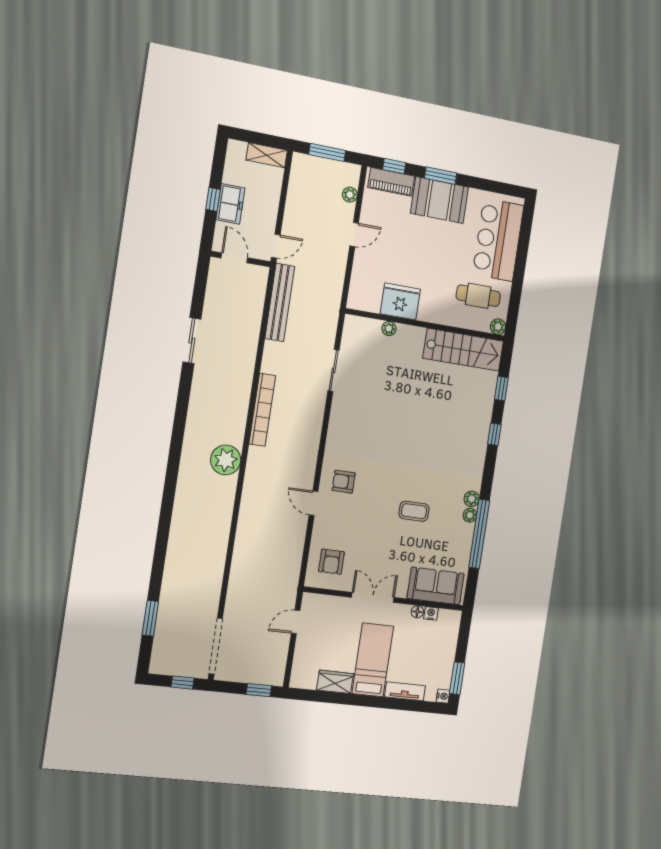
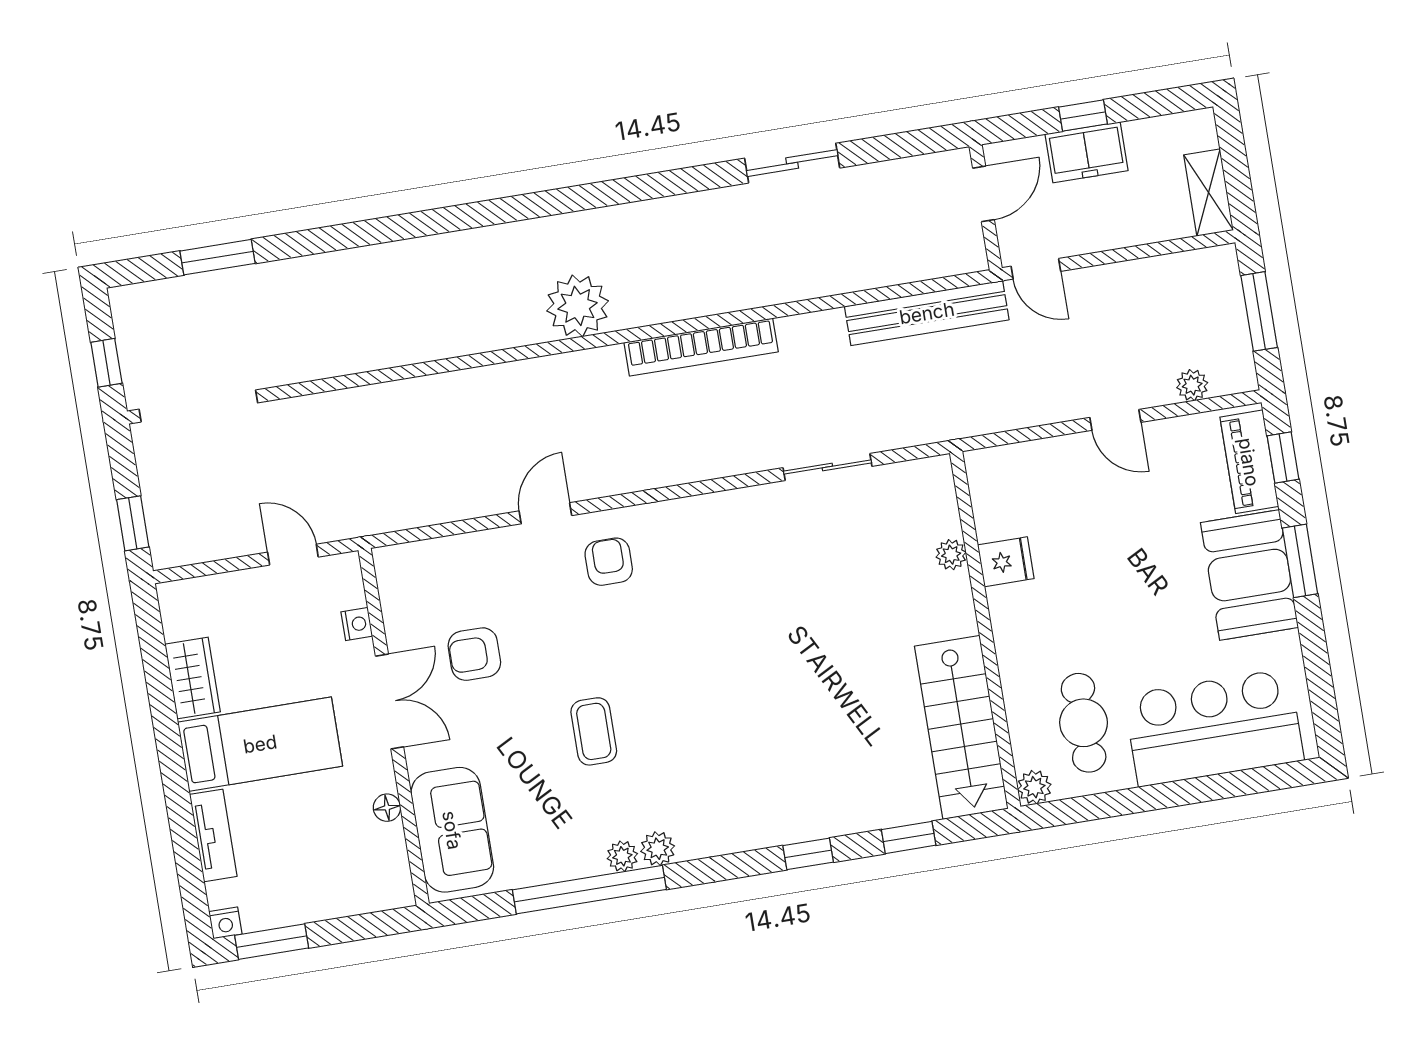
fridge: (400, 301) -> (1006, 562), width x0.53, depth x0.75
armchair: (331, 562) -> (474, 654), moved
nightstand: (431, 613) -> (357, 624), moved

